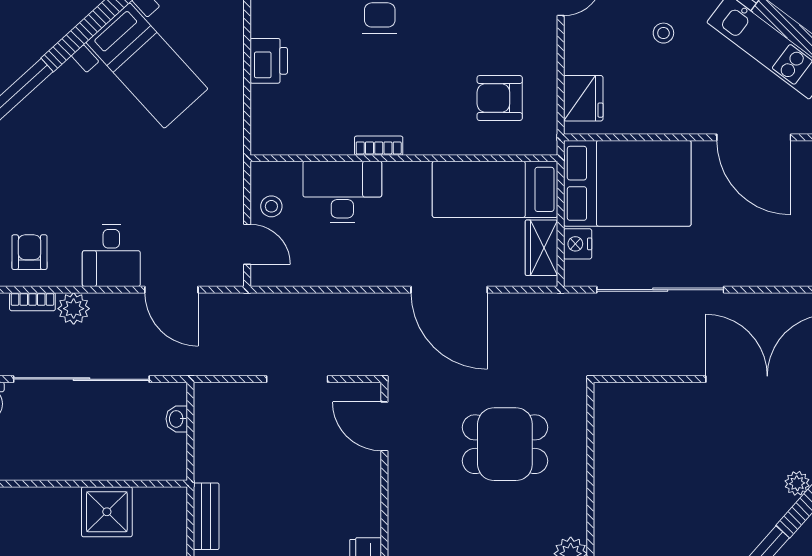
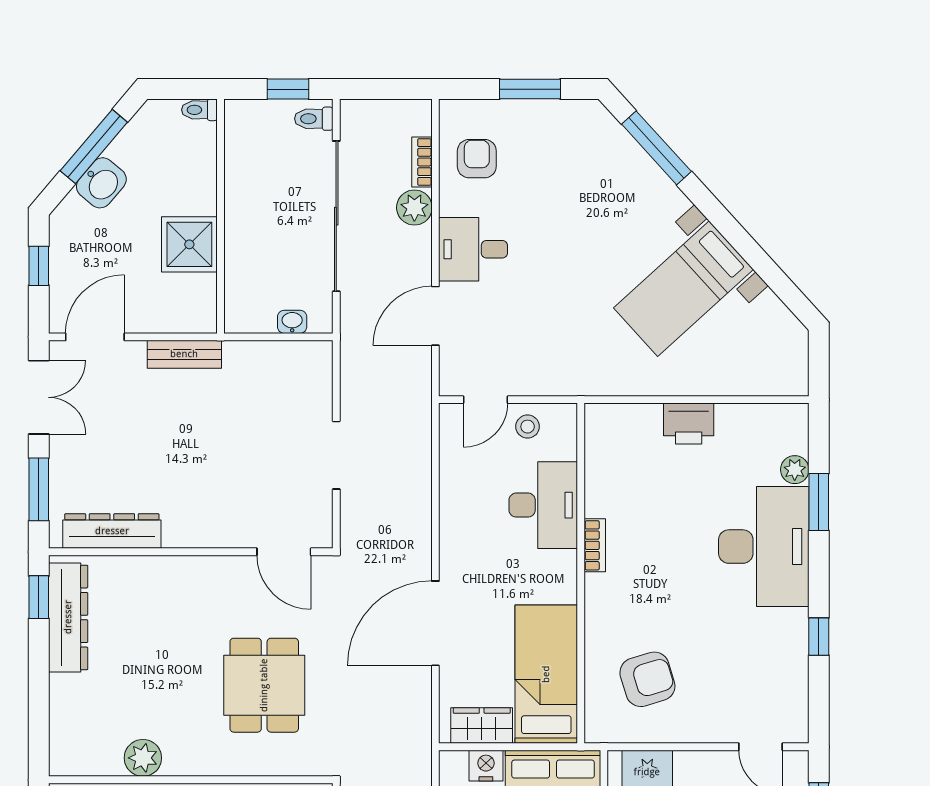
armchair: (500, 98) -> (647, 679), turned 73
armchair: (29, 252) -> (477, 159), turned -90
door: (384, 426) -> (284, 552), swing flipped

